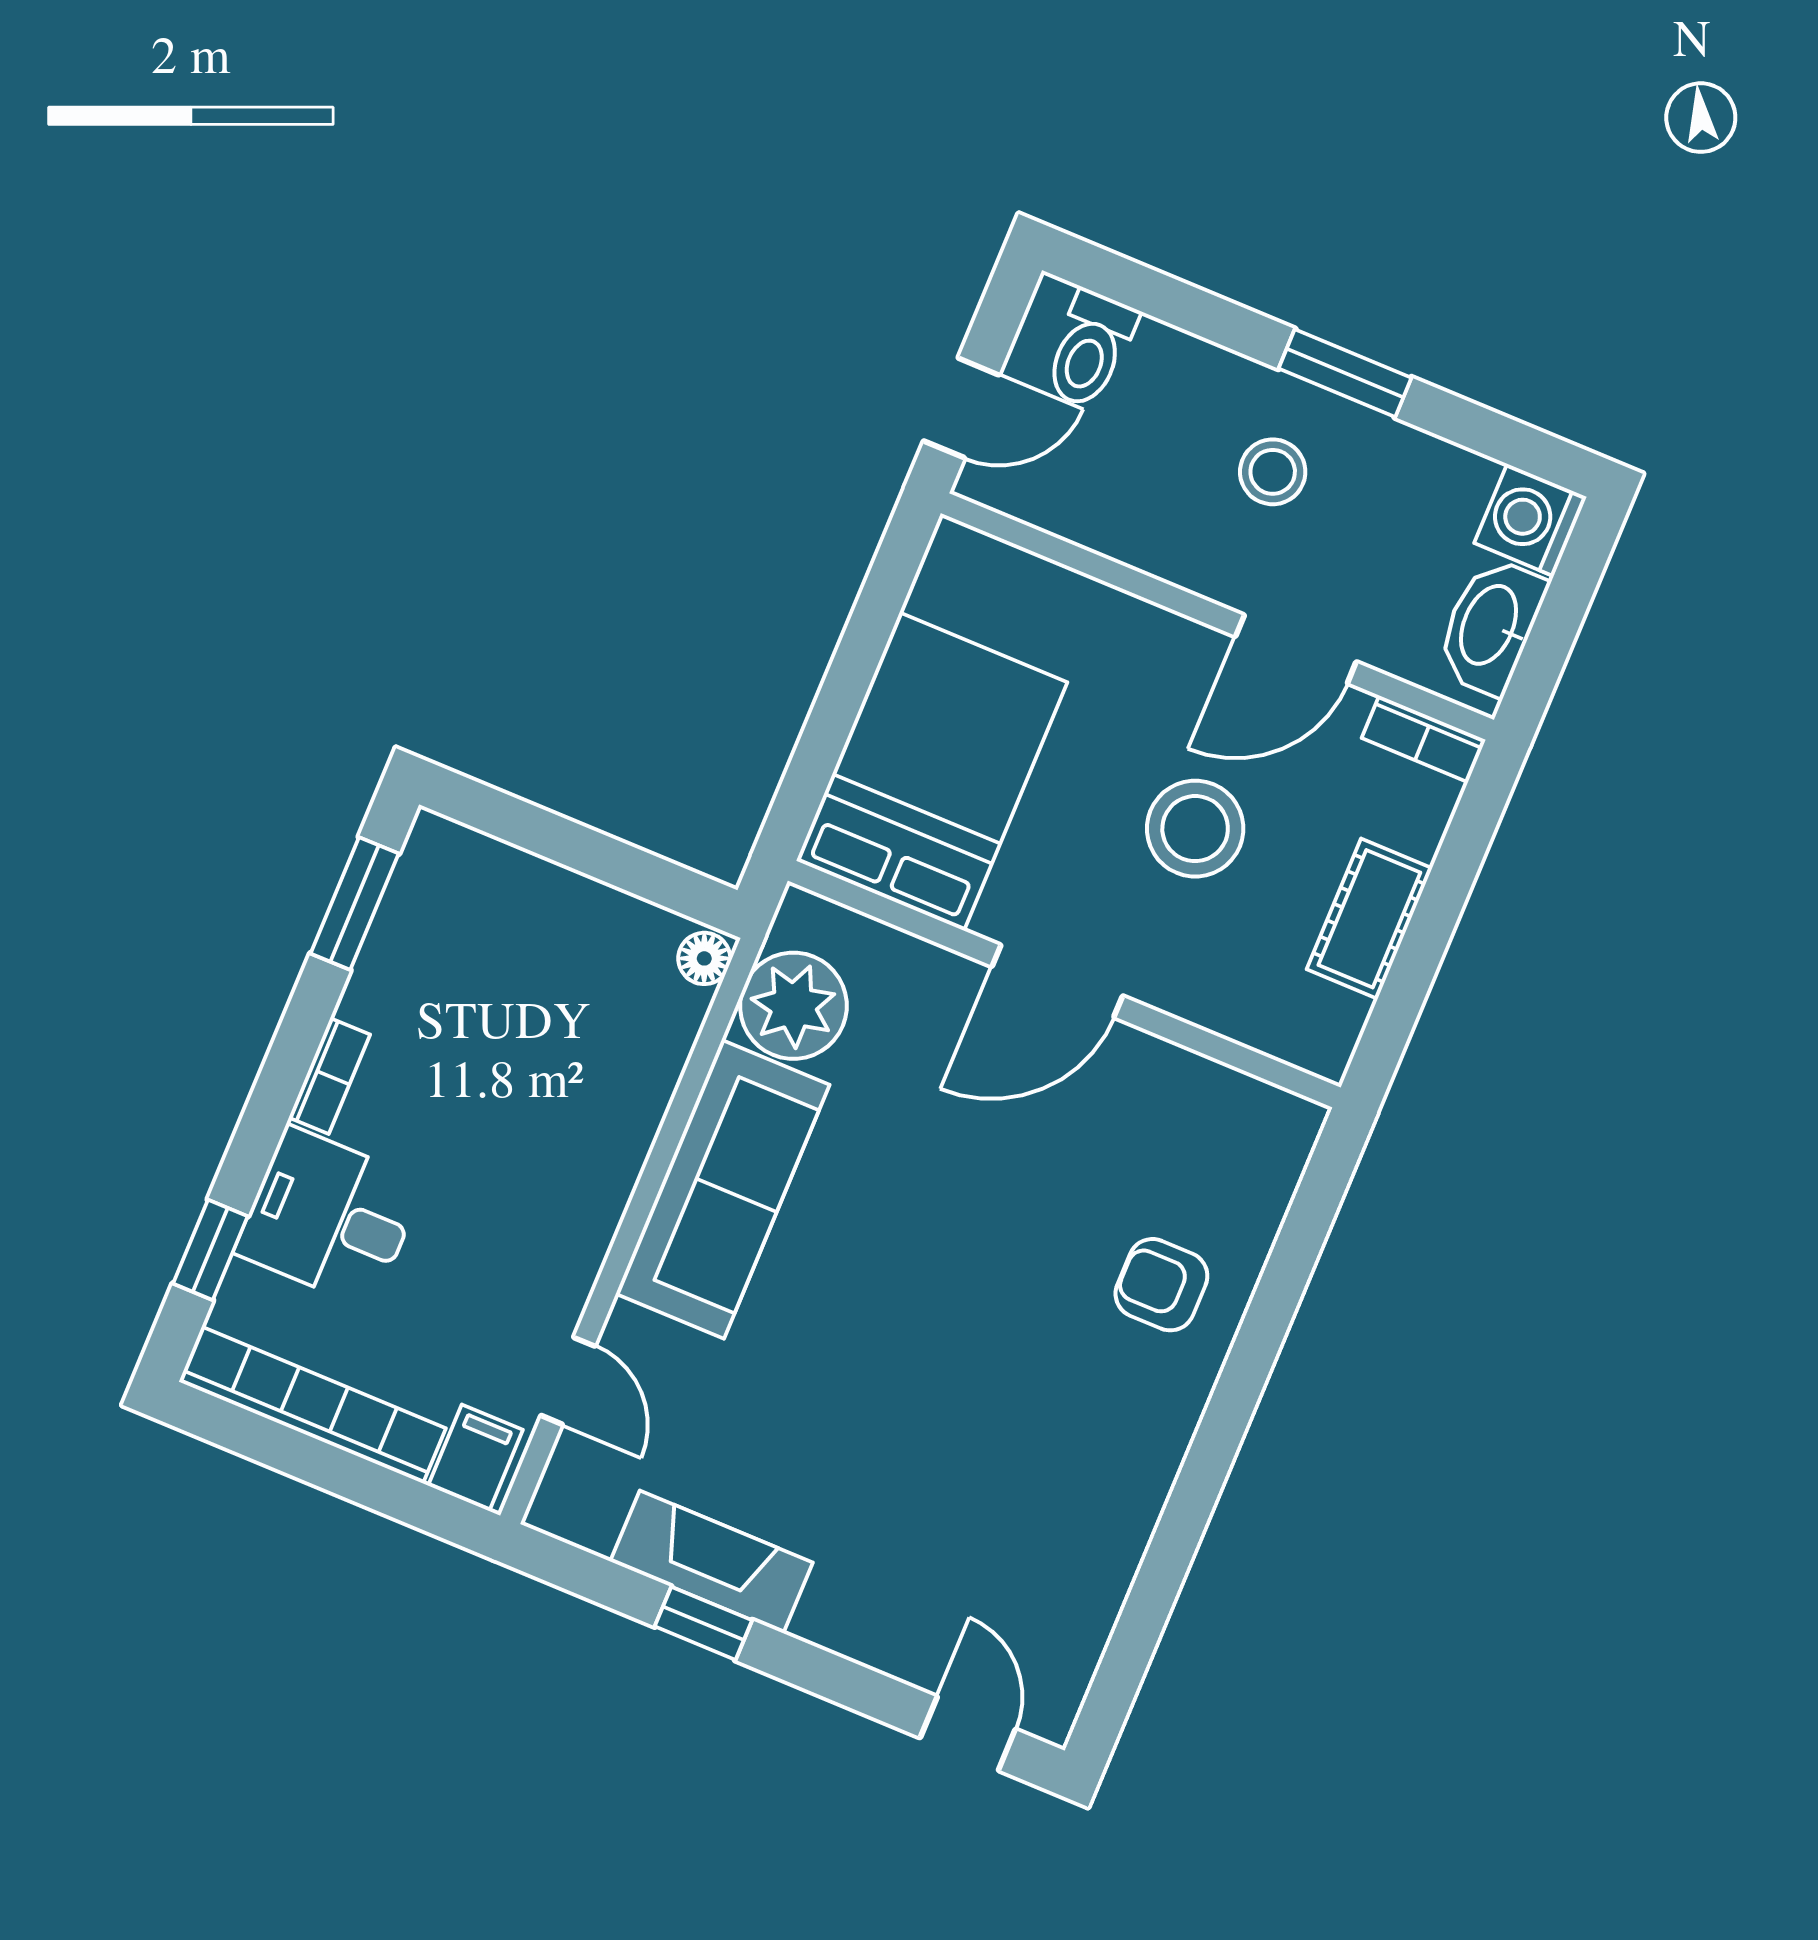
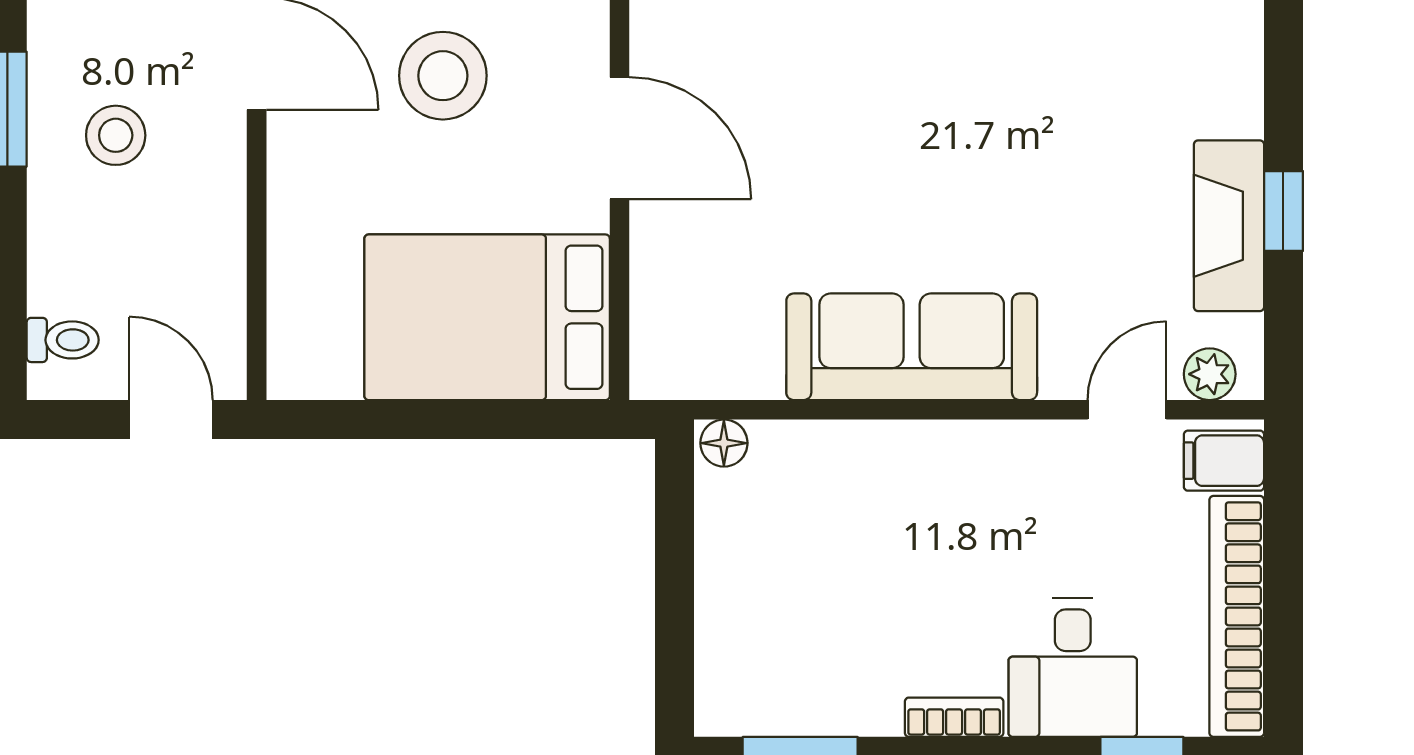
toilet: (1090, 349) -> (63, 340), width x0.73, depth x0.72
plant: (793, 1006) -> (1210, 374), moved, width x0.53, depth x0.53

